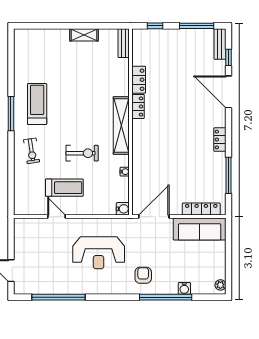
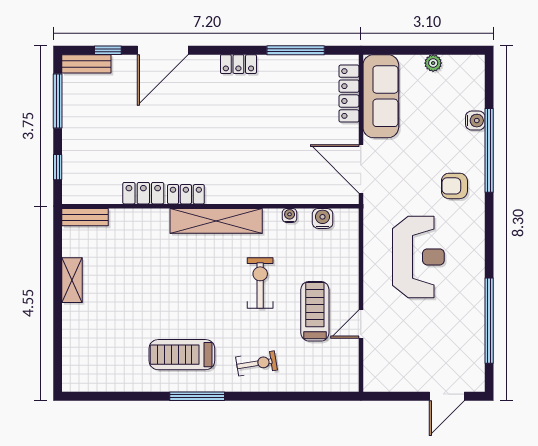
water cooler: (123, 209) -> (323, 218), moved
plant: (220, 285) -> (433, 63), moved

